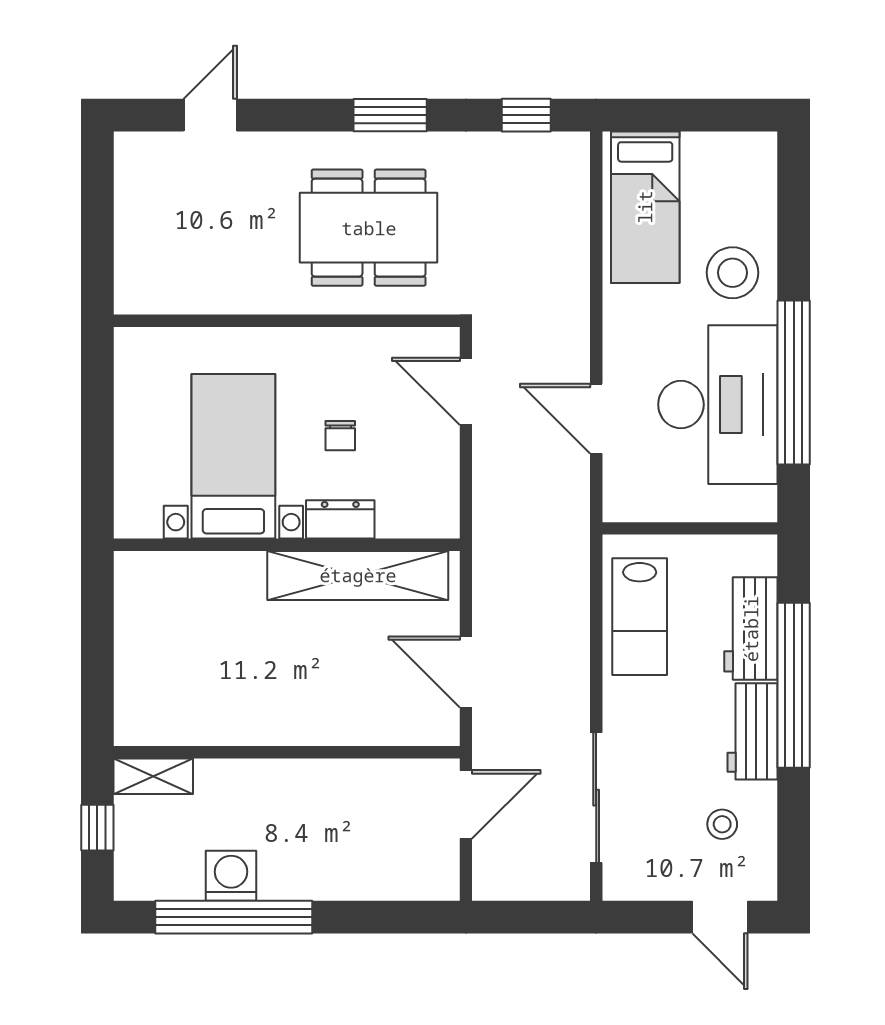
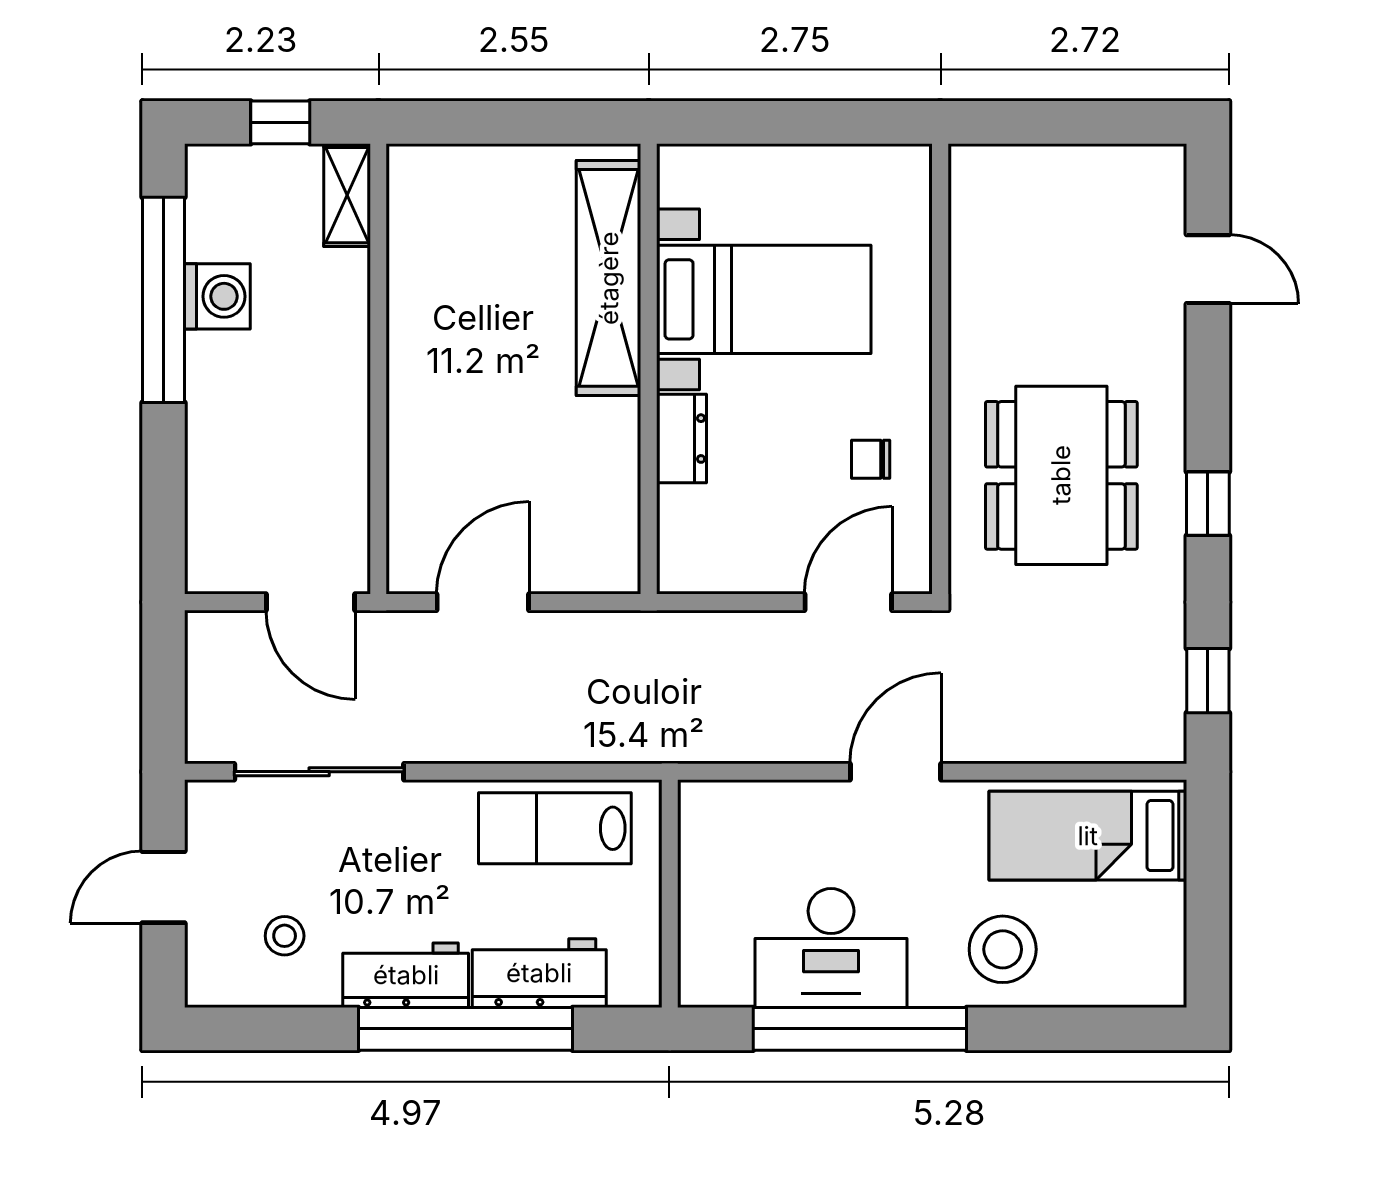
window: (390, 115) -> (1208, 504), width x0.67
desk: (718, 405) -> (831, 948), width x0.73, depth x0.77
door: (596, 419) -> (895, 772), moved
chair: (340, 436) -> (871, 459), moved
shelving: (358, 575) -> (609, 278), moved
door: (720, 917) -> (163, 887), moved

